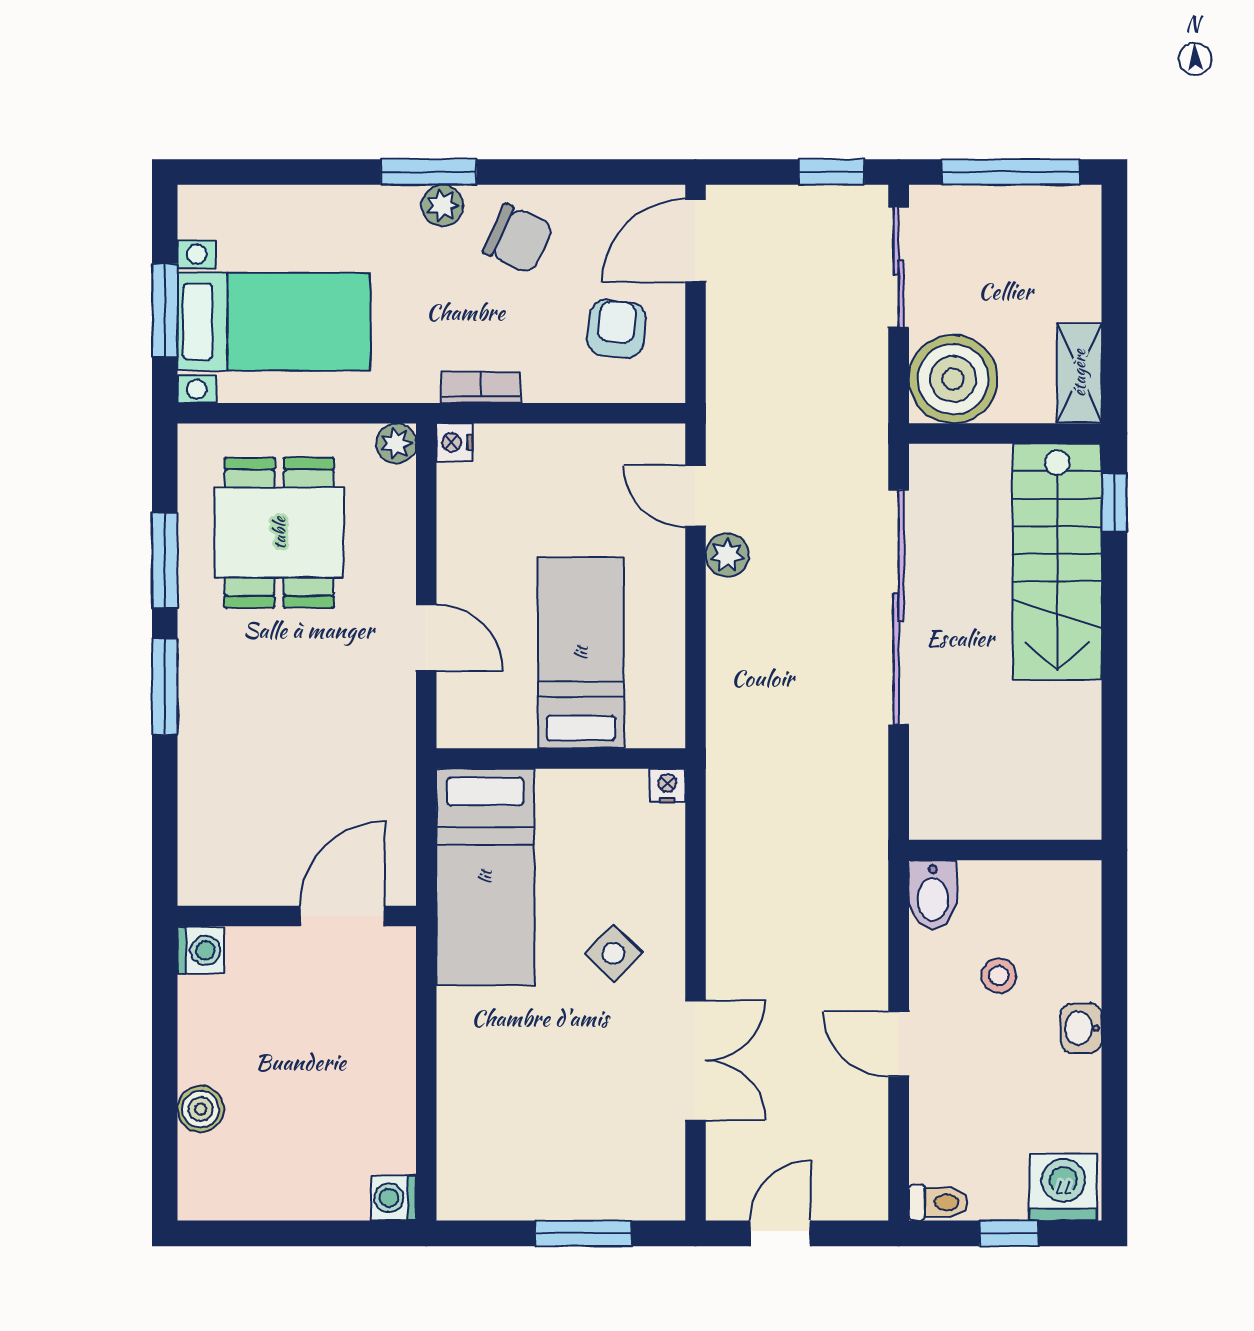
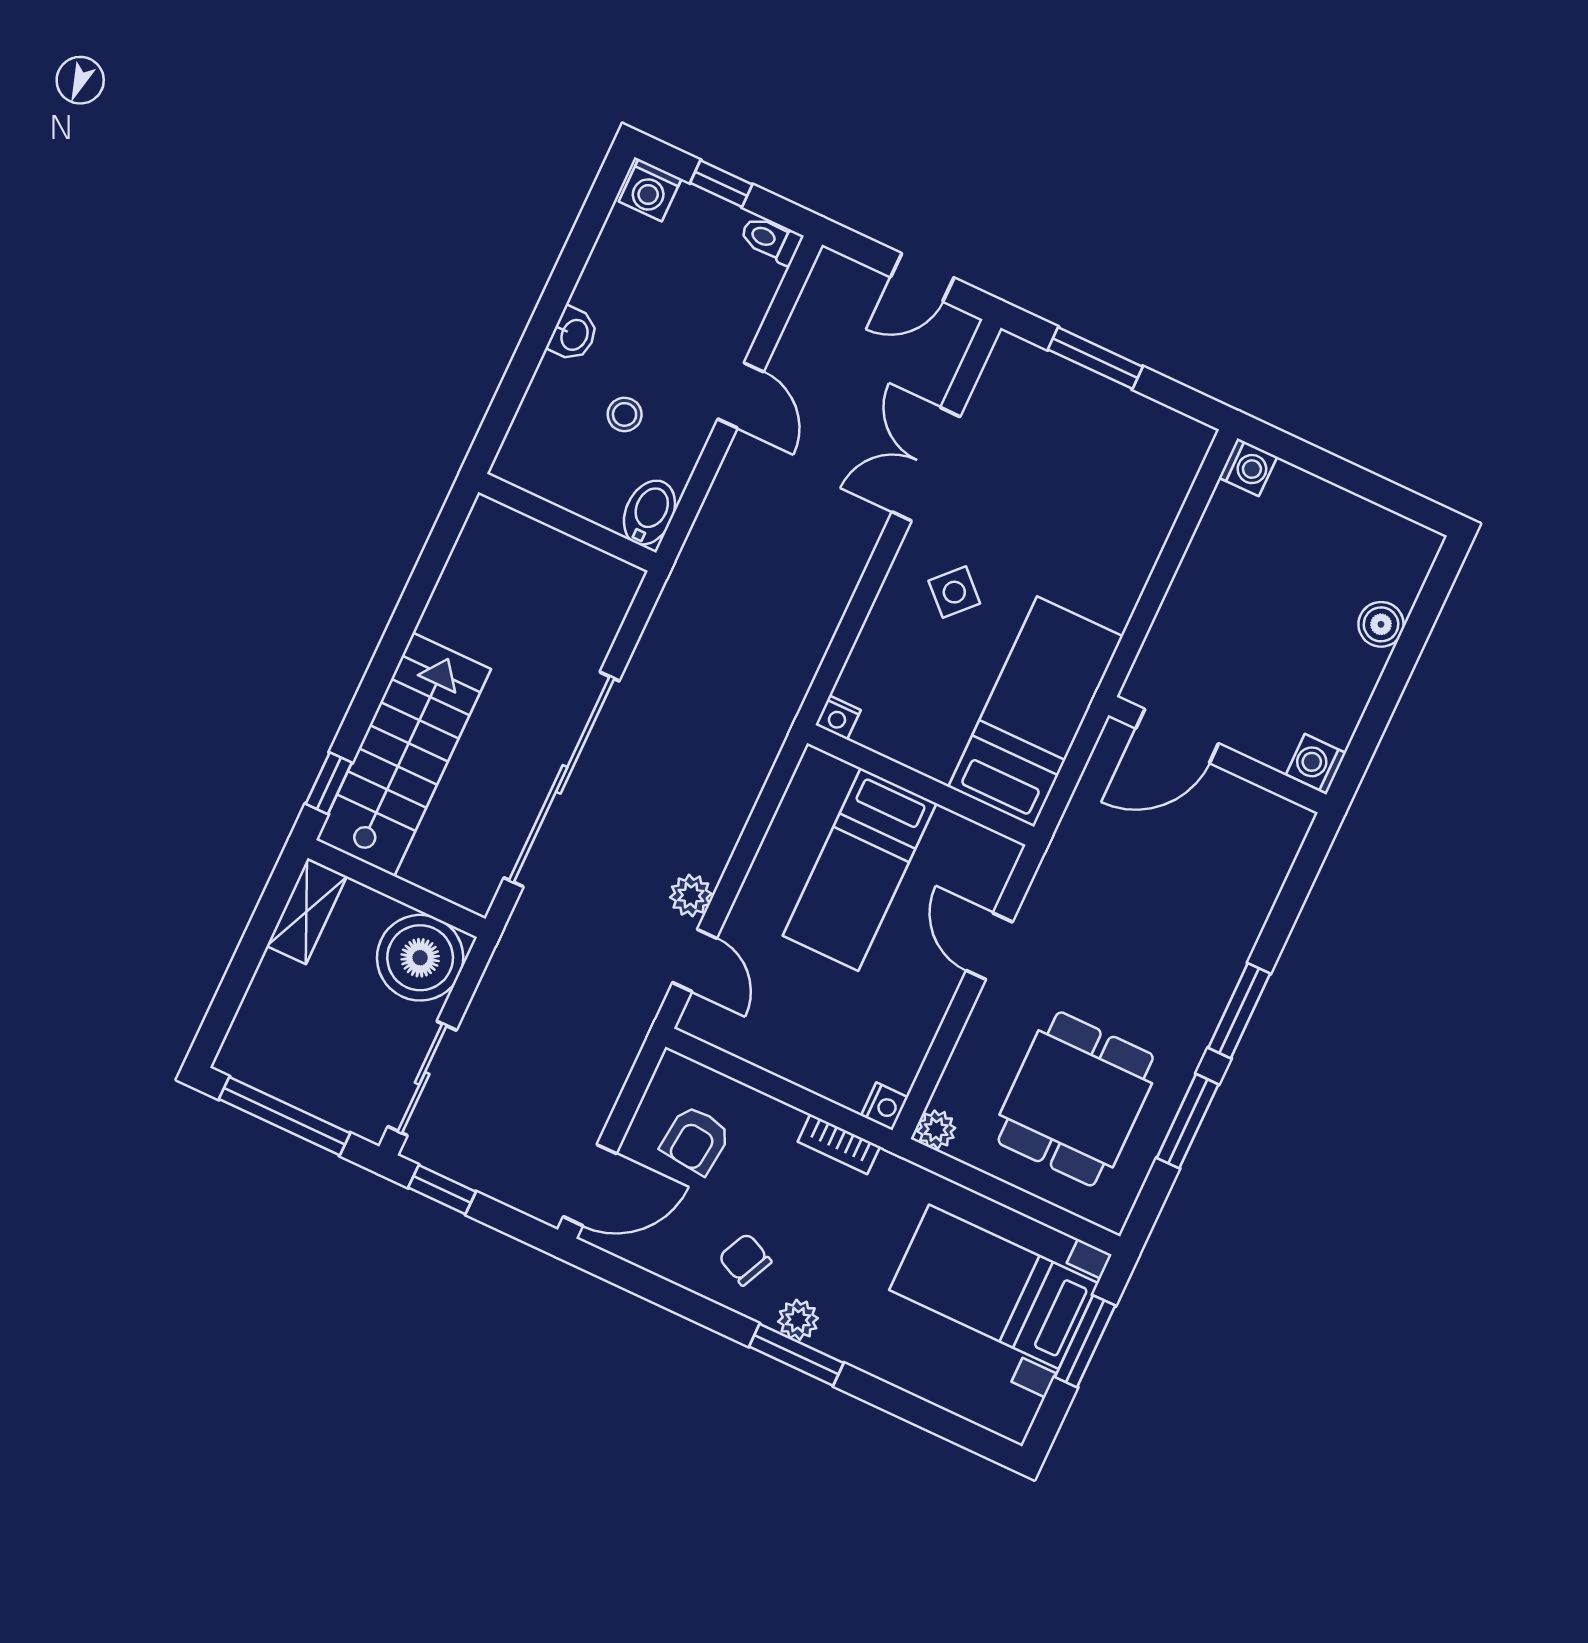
chair: (518, 239) -> (745, 1259), width x0.73, depth x0.73
washing machine: (1063, 1187) -> (650, 190), width x0.73, depth x0.73

